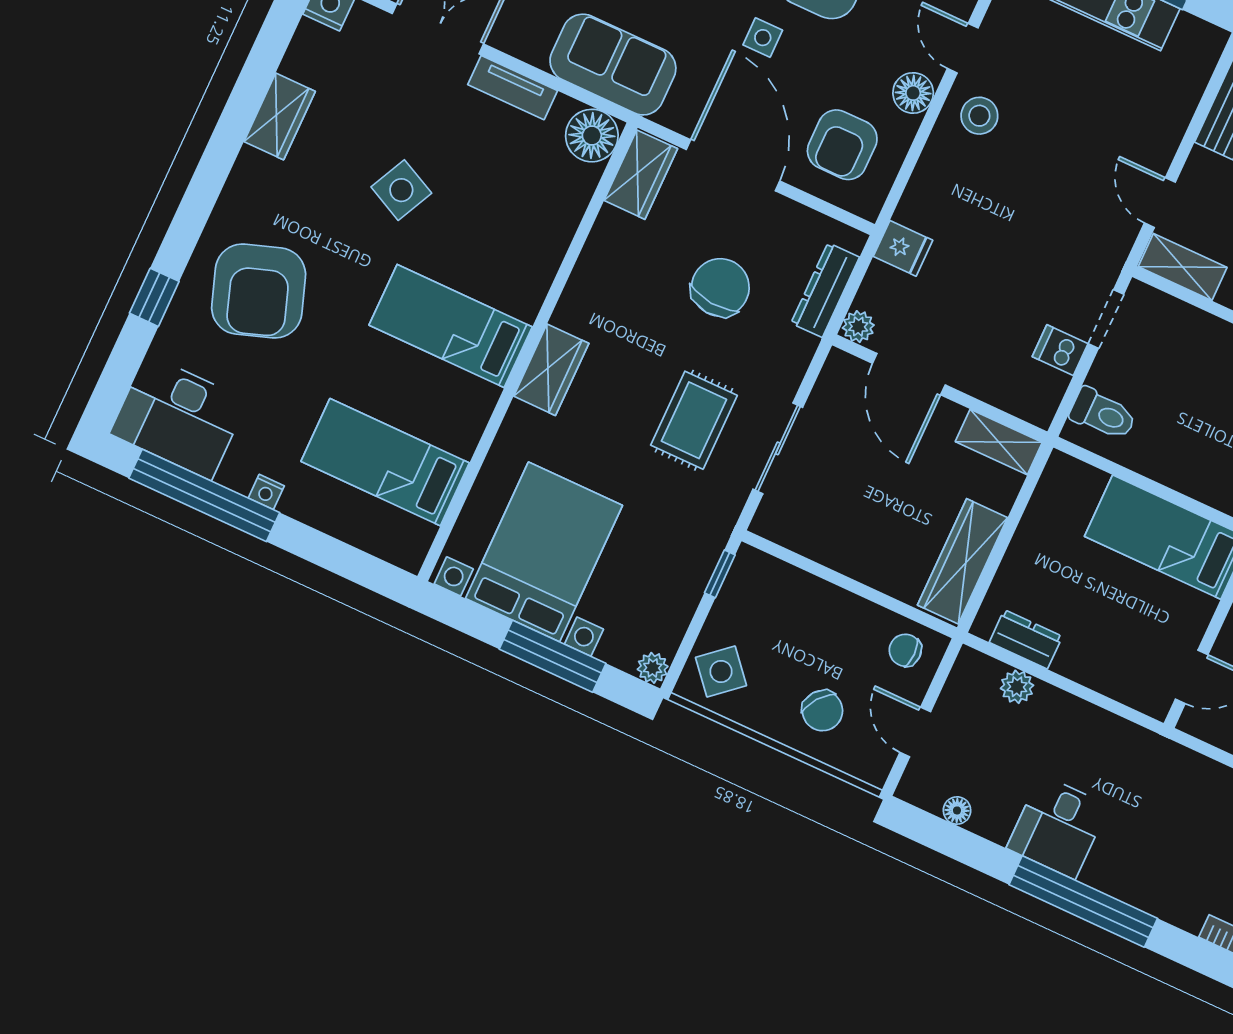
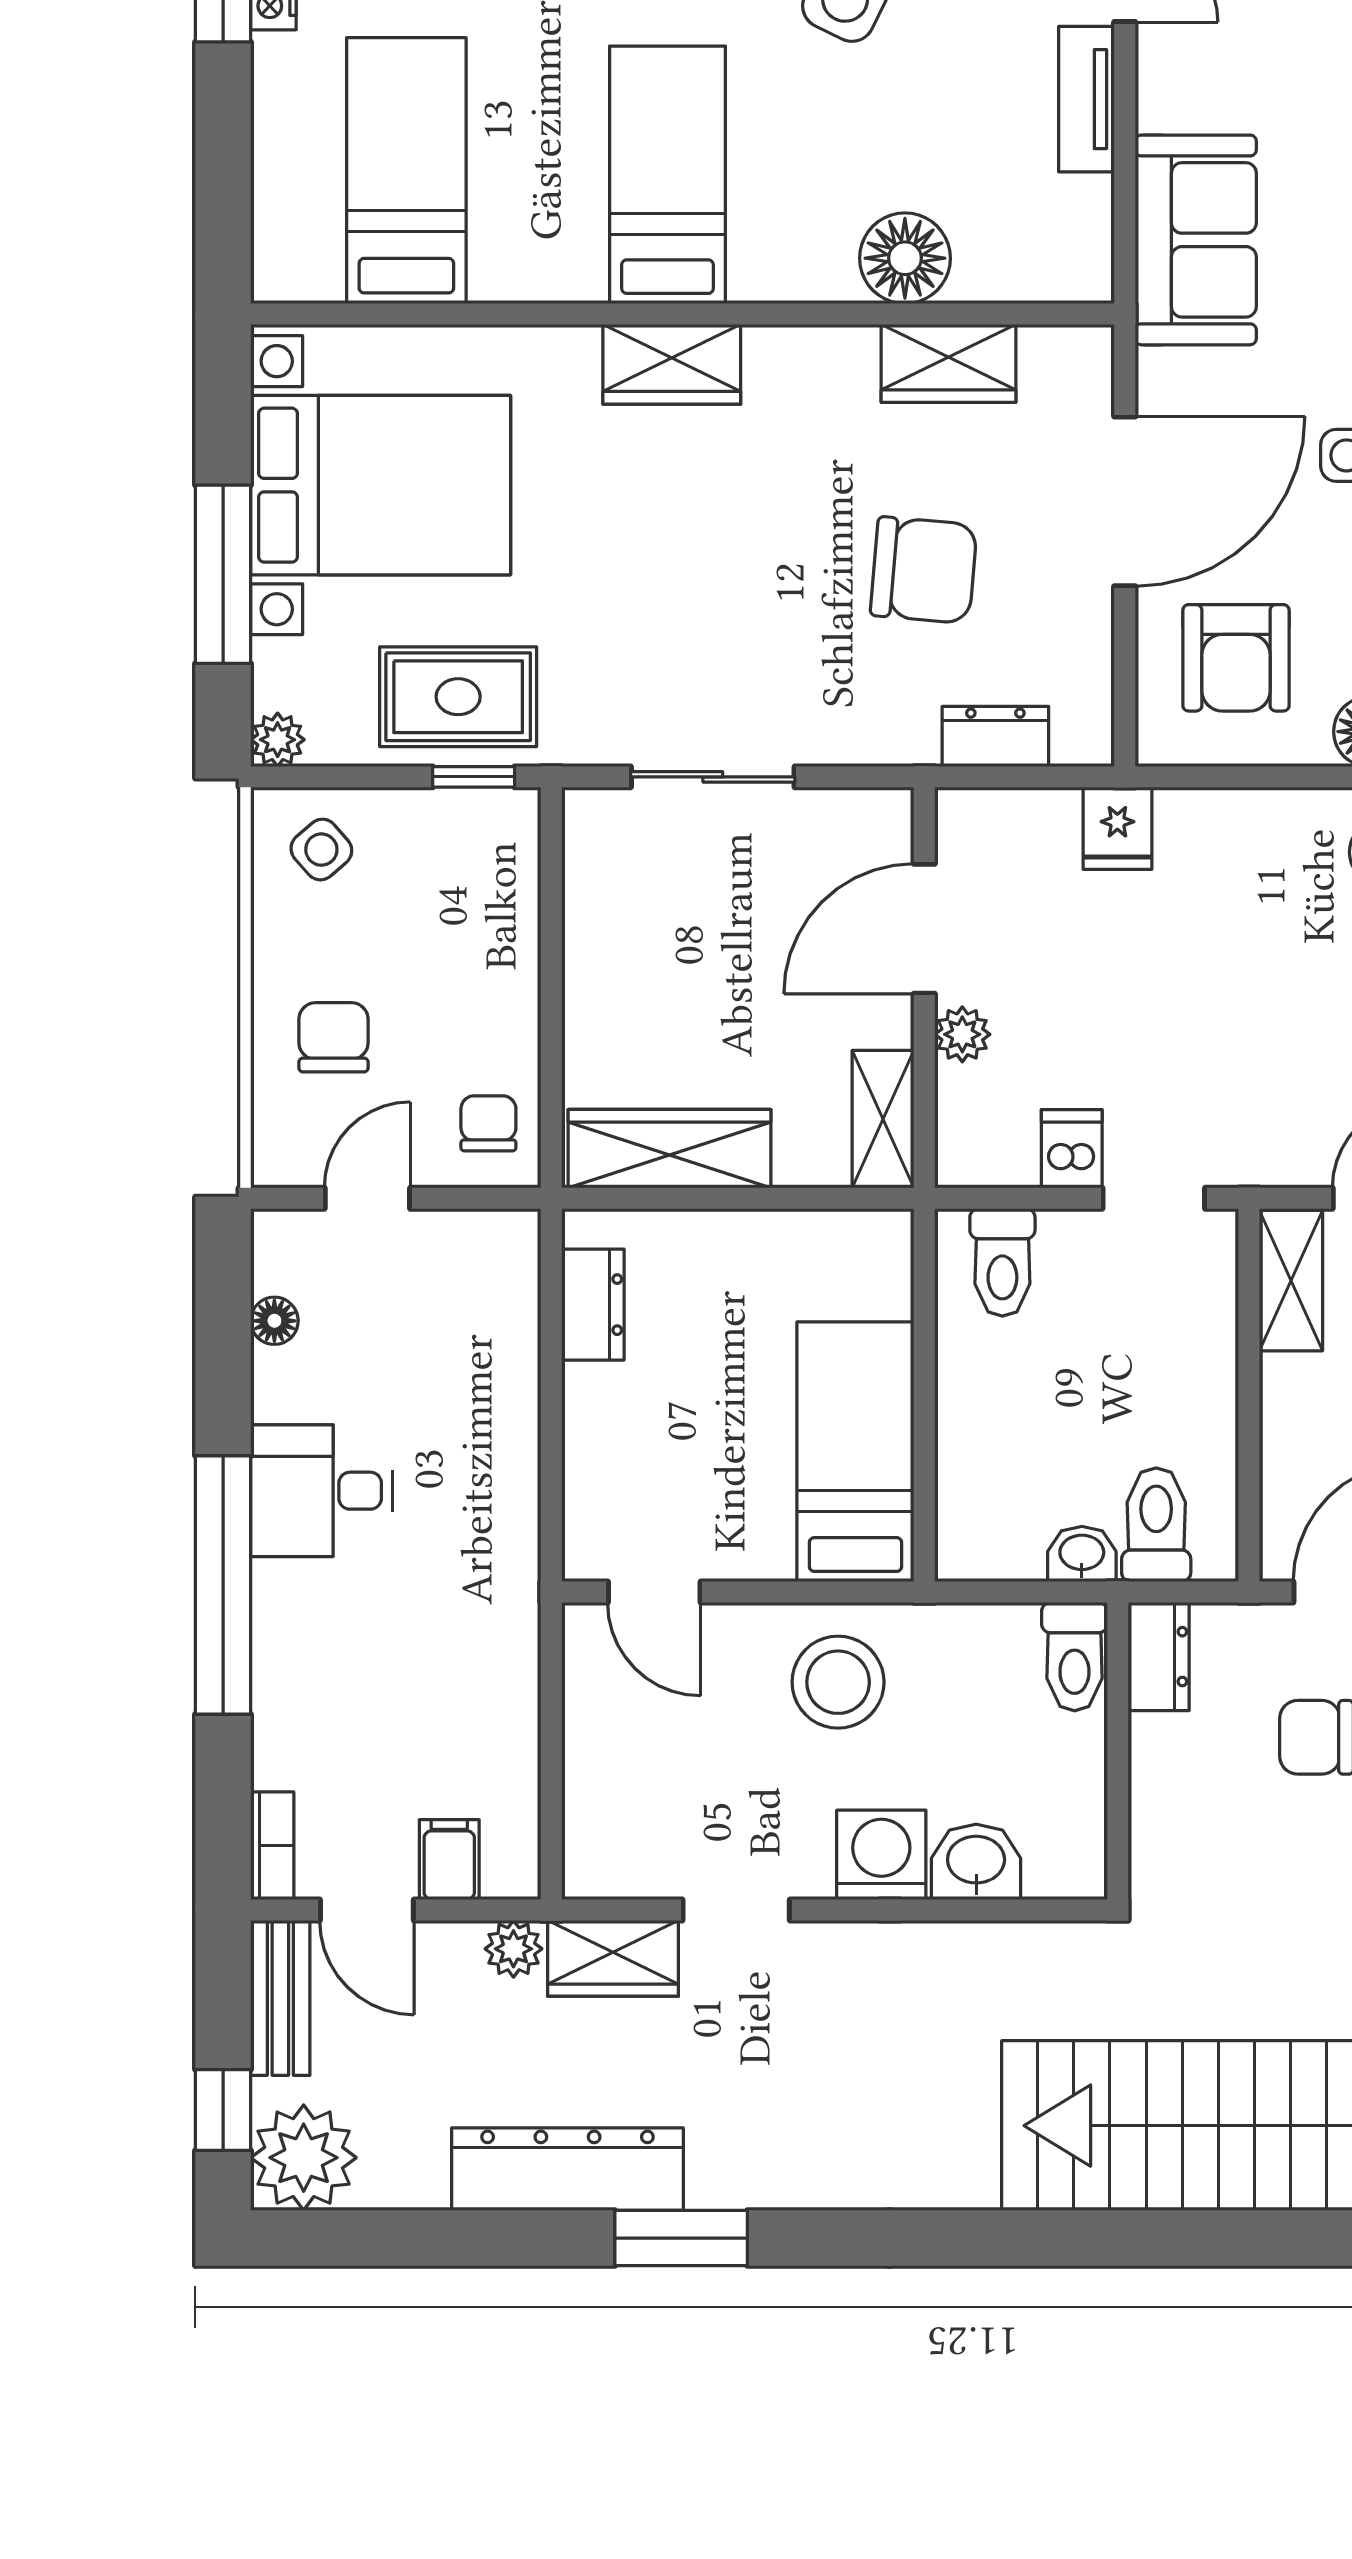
floor lamp: (592, 136) -> (905, 258), moved
armchair: (842, 145) -> (1236, 658), turned -90
wardrobe: (641, 175) -> (949, 363), moved
dresser: (825, 290) -> (995, 737), width x0.70
plant: (858, 327) -> (962, 1034), moved
rug: (694, 420) -> (458, 697), moved
side table: (721, 671) -> (321, 850), width x0.73, depth x0.73
plant: (1017, 687) -> (512, 1325), removed
chair: (822, 711) -> (334, 1037), turned 143

